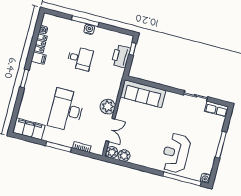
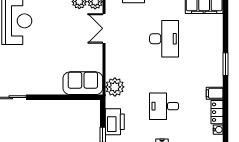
sofa: (143, 94) -> (83, 83), width x0.73
plant: (108, 107) -> (115, 87), moved
desk: (66, 110) -> (164, 39), width x0.73, depth x0.77

